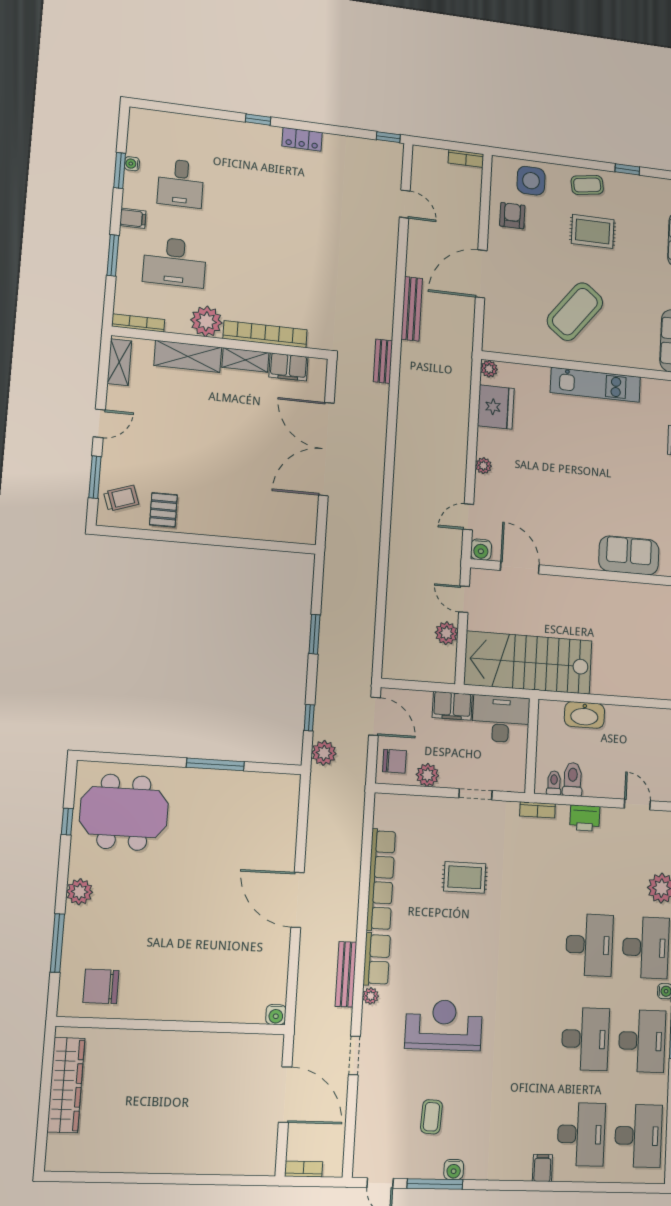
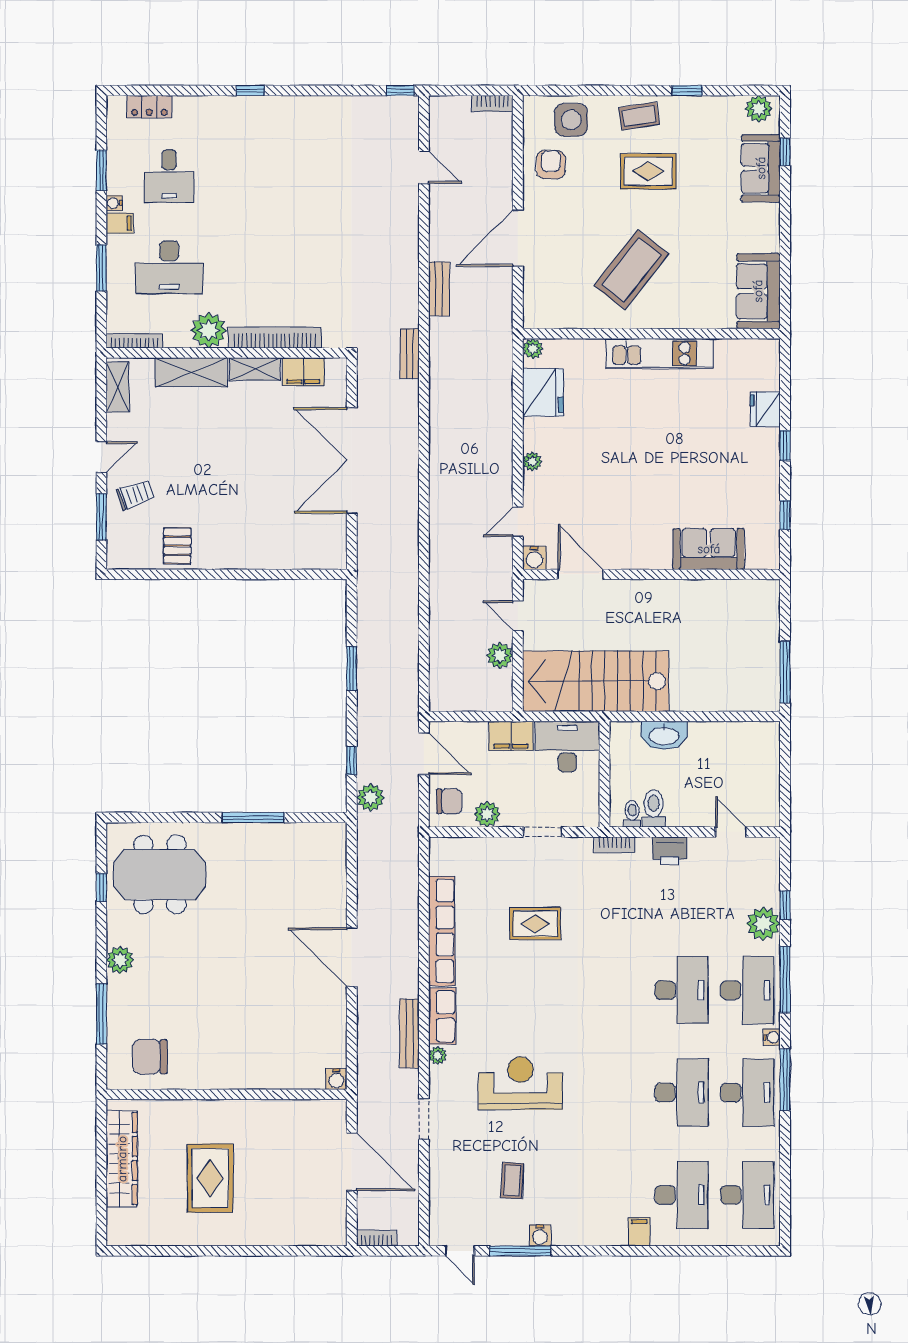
locker: (302, 139) -> (149, 107), moved
water cooler: (132, 164) -> (114, 203), moved
bench: (412, 309) -> (439, 289), width x0.73
trolley: (121, 498) -> (135, 495), moved
rug: (150, 1107) -> (210, 1178), added

